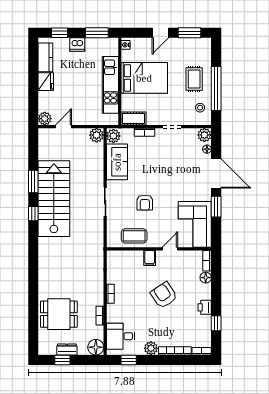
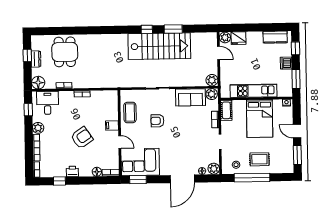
fridge: (46, 82) -> (238, 38), moved
window: (216, 207) -> (138, 180), moved

